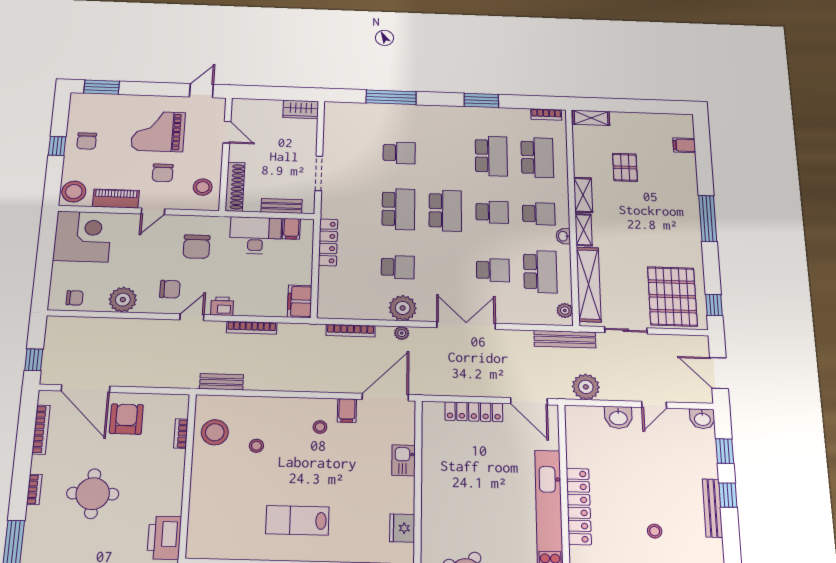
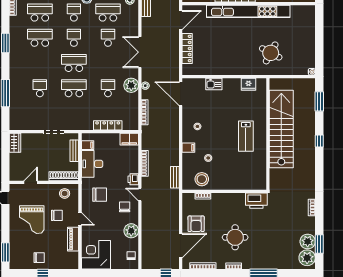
stool: (74, 192) -> (70, 262), removed
locker: (328, 242) -> (108, 125), moved
filing cabinet: (347, 411) -> (188, 148), moved
armchair: (126, 419) -> (196, 224), turned -90

